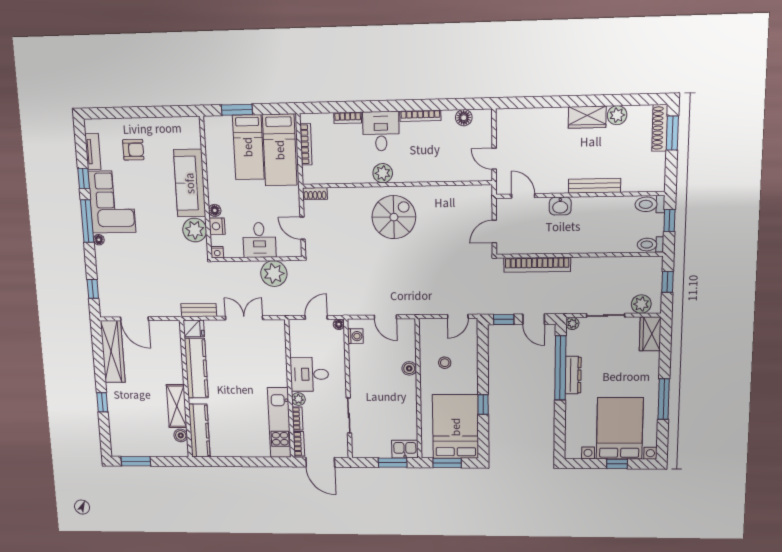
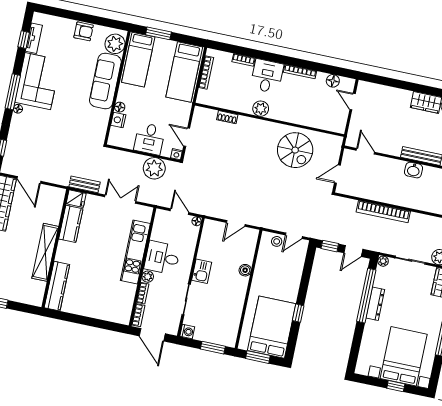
bed: (248, 147) -> (138, 60), moved
armchair: (133, 150) -> (84, 31), moved
door: (494, 159) -> (353, 102), moved
window: (84, 178) -> (24, 40), moved
shoe rack: (315, 194) -> (227, 117), moved
washbasin: (560, 206) -> (414, 170), moved
spiral stairs: (394, 217) -> (295, 150), moved, turned 90
plant: (195, 230) -> (115, 44), moved
nightstand: (217, 252) -> (177, 154), moved
bookcase: (537, 265) -> (383, 212), moved
door: (316, 317) -> (180, 212), hinge flipped
door: (385, 317) -> (236, 223), hinge flipped
door: (534, 319) -> (353, 251), hinge flipped
washing machine: (355, 336) -> (187, 332), moved
stool: (445, 363) -> (277, 241), moved
kitchen counter: (196, 368) -> (71, 224), width x0.67
shelving: (177, 406) -> (45, 252), width x1.47
kitchen unit: (279, 423) -> (135, 252), moved
boiler: (181, 435) -> (40, 287), removed
kitchen sink: (405, 449) -> (202, 271), moved, turned 90

